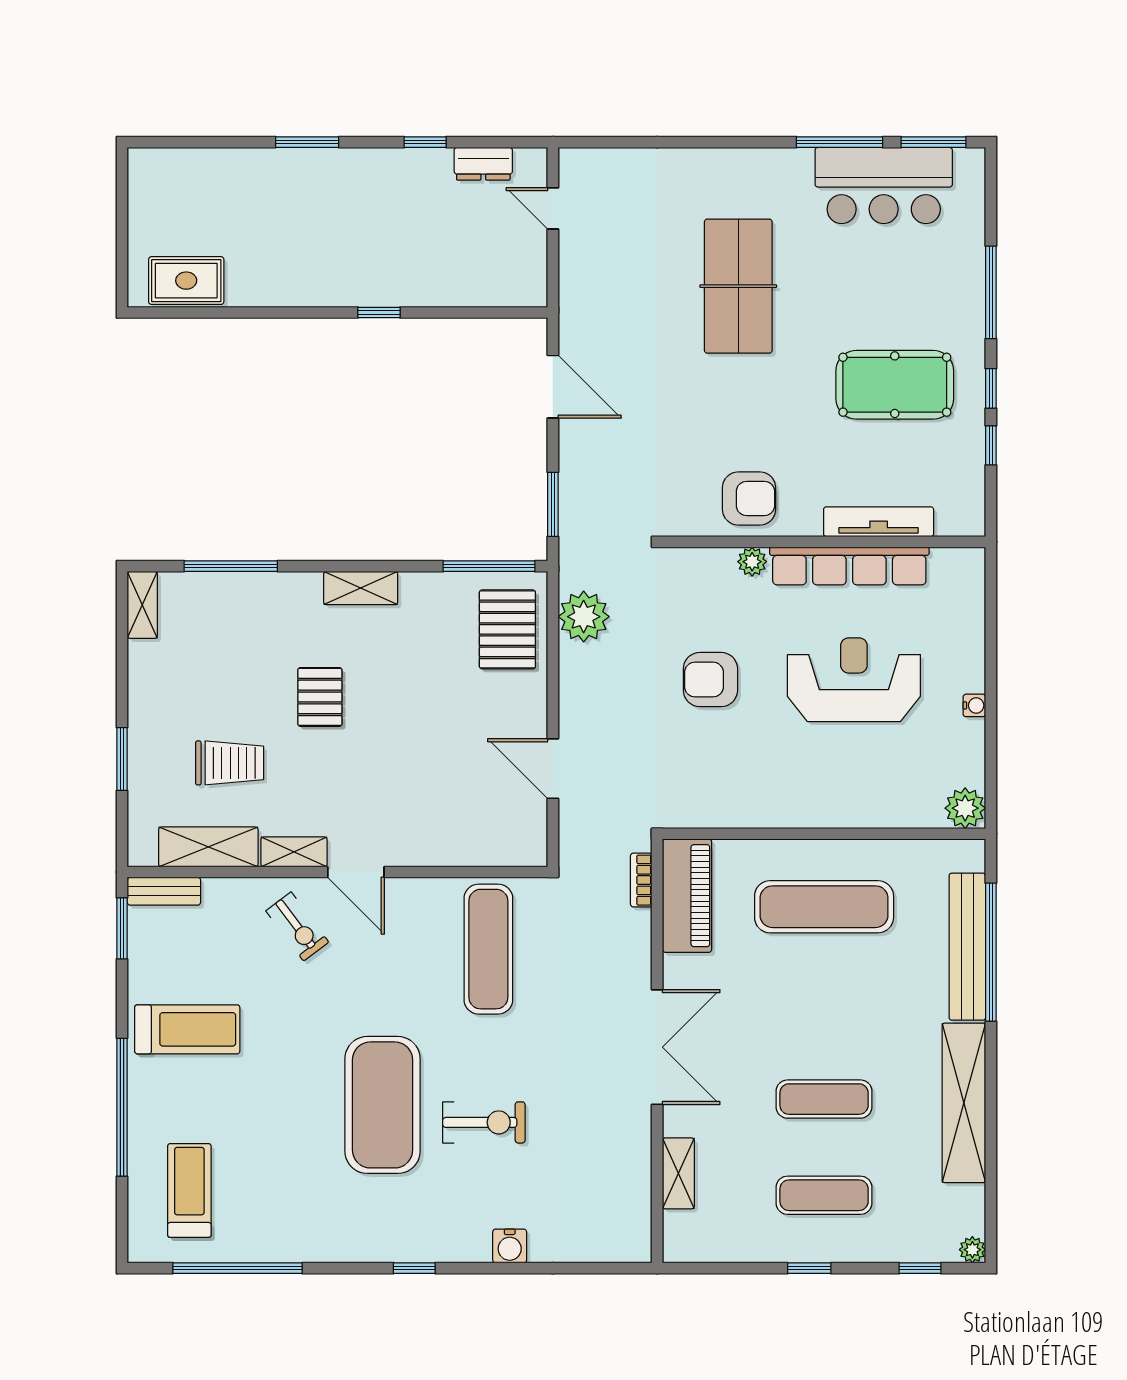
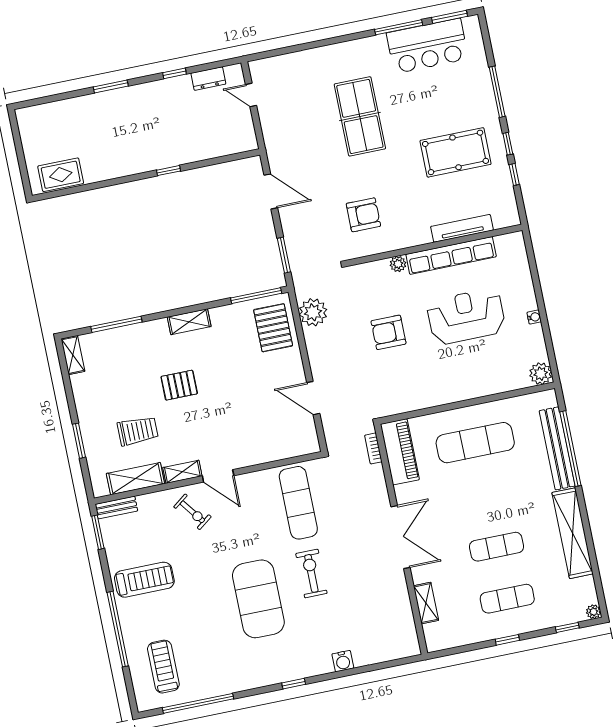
armchair: (749, 499) -> (363, 215), moved
pallet: (320, 697) -> (179, 385), turned 90
exercise bike: (484, 1122) -> (311, 573), moved, turned -90

